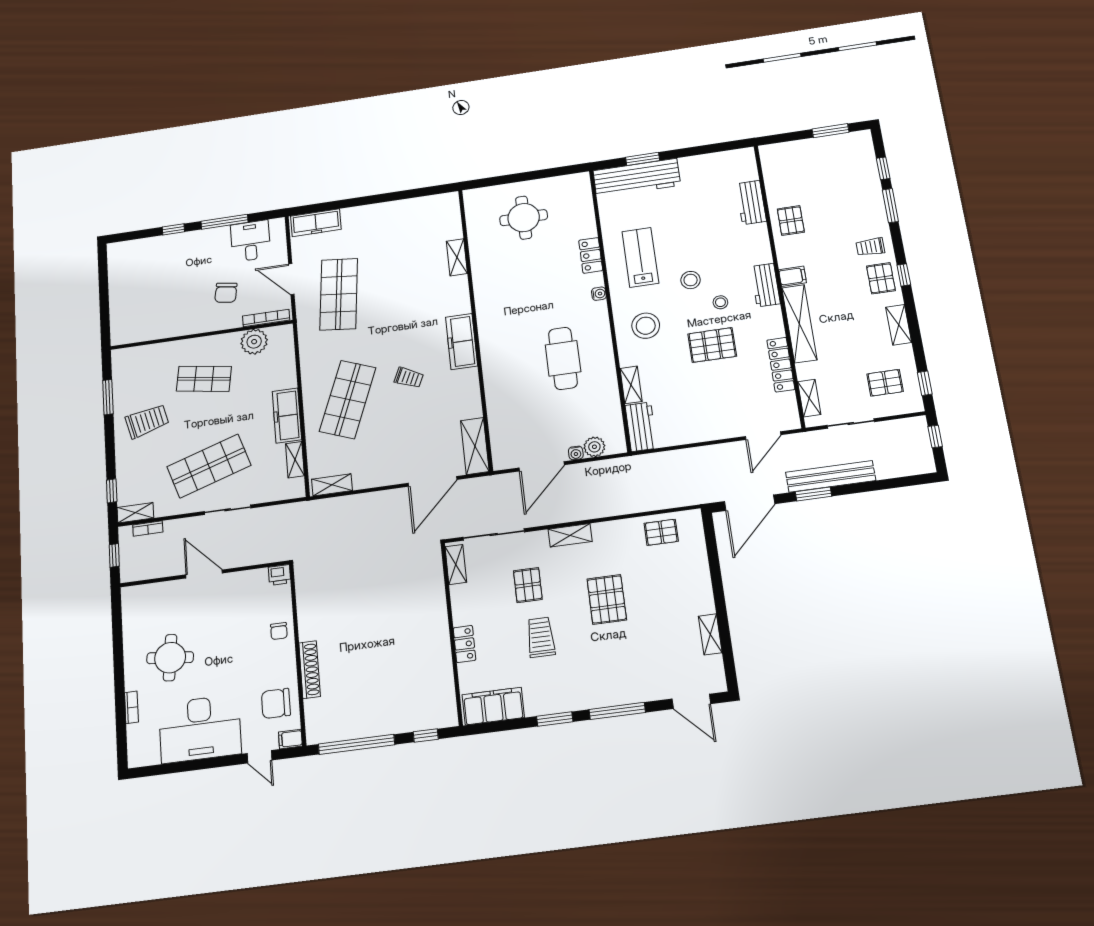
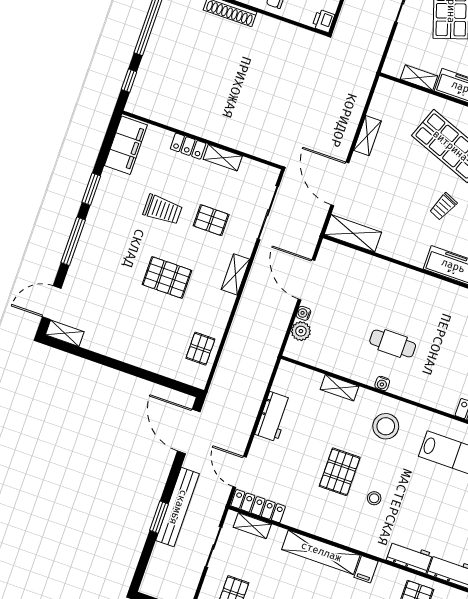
stool: (691, 280) -> (407, 484), removed
workbench: (765, 285) -> (409, 557), moved
water cooler: (599, 294) -> (382, 383), moved
cafe table: (563, 358) -> (393, 343), width x0.73, depth x0.74
locker: (781, 365) -> (258, 506), moved
workbench: (641, 427) -> (273, 417), moved, turned -90
shelving: (332, 485) -> (367, 136), moved
window: (814, 494) -> (159, 517), moved
shelving: (456, 564) -> (223, 158), moved
shelving: (710, 634) -> (65, 333), moved

